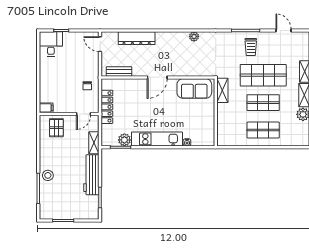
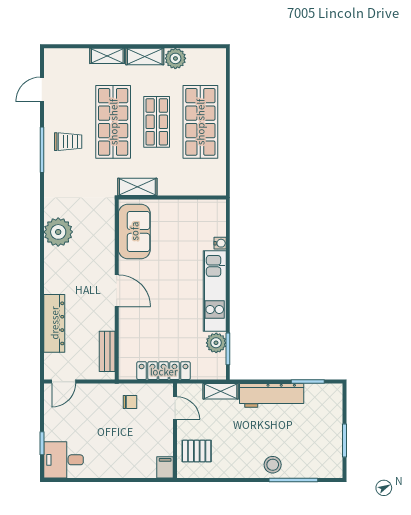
plant: (194, 36) -> (58, 232), width x1.87, depth x1.87
shop shelf: (263, 130) -> (200, 122), width x1.43, depth x1.36

